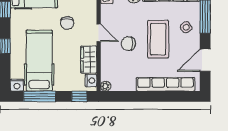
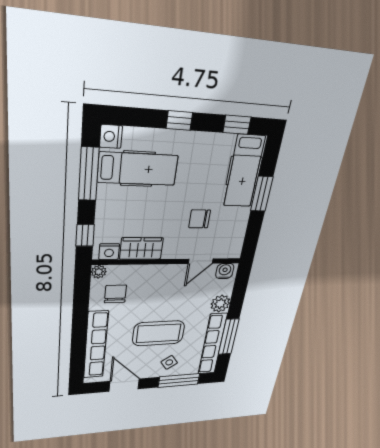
door: (99, 33) -> (201, 261), moved
chair: (128, 44) -> (115, 294), moved
hospital bed: (39, 61) -> (138, 169), width x0.73, depth x0.78

